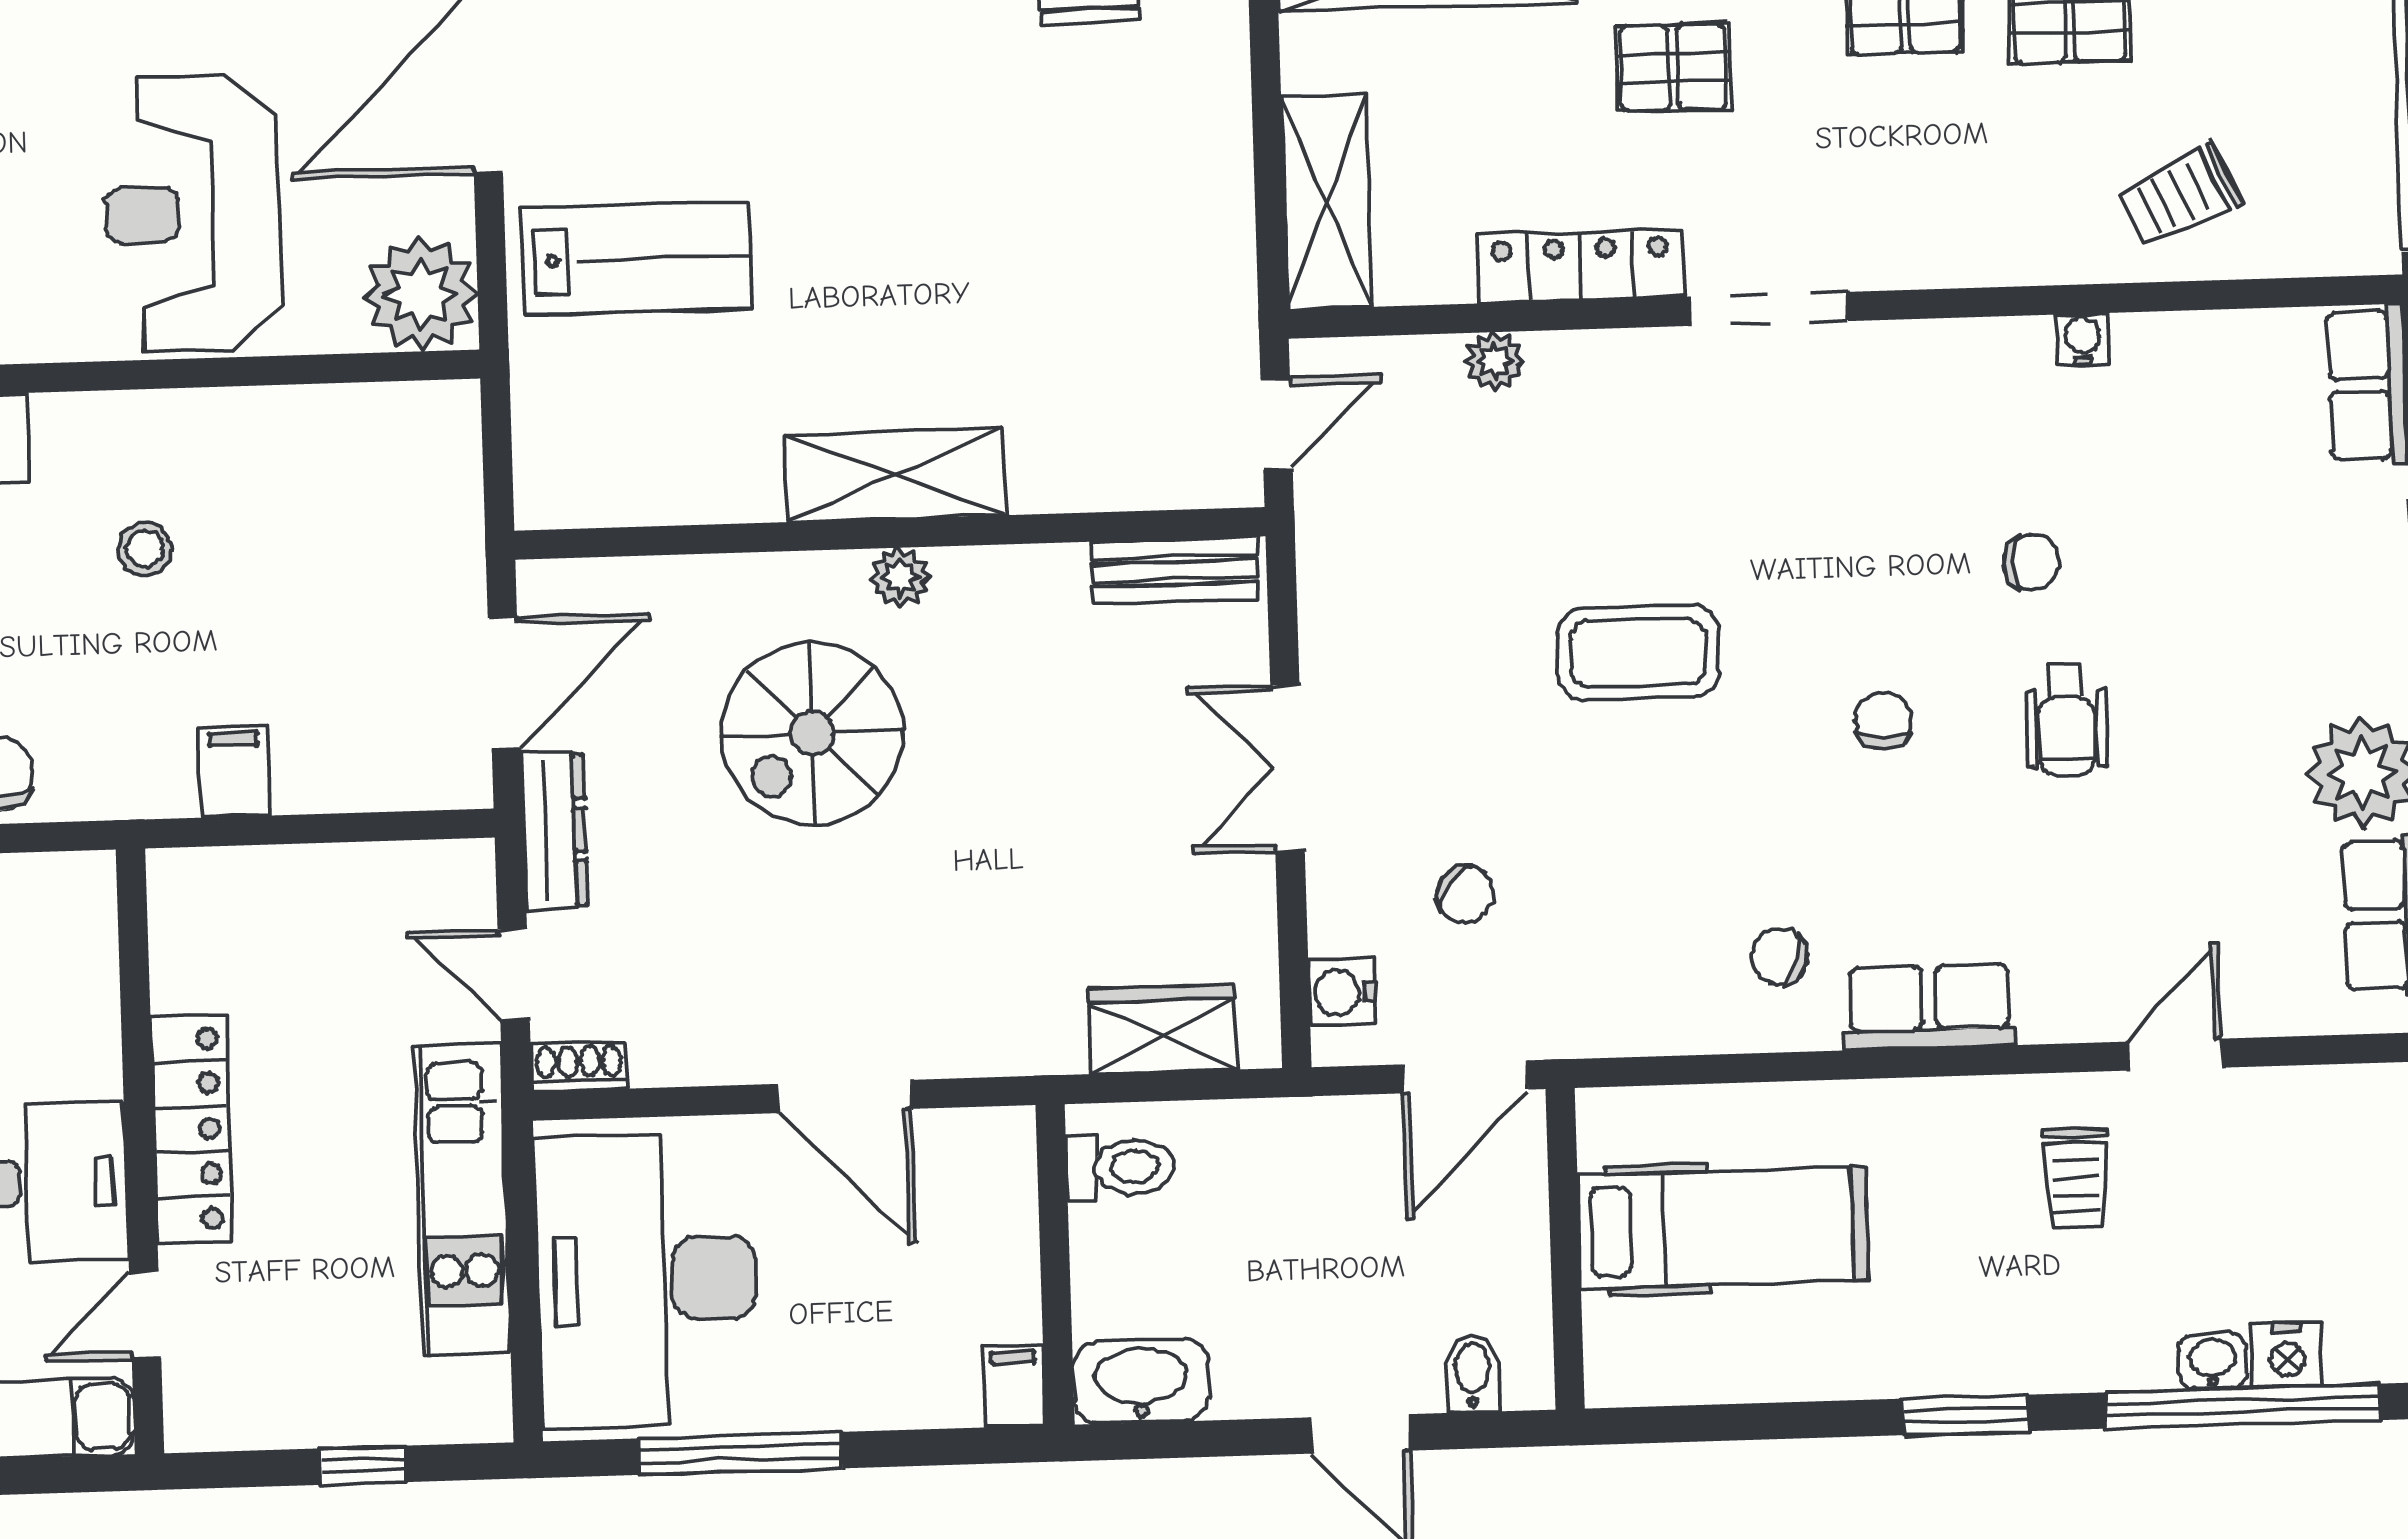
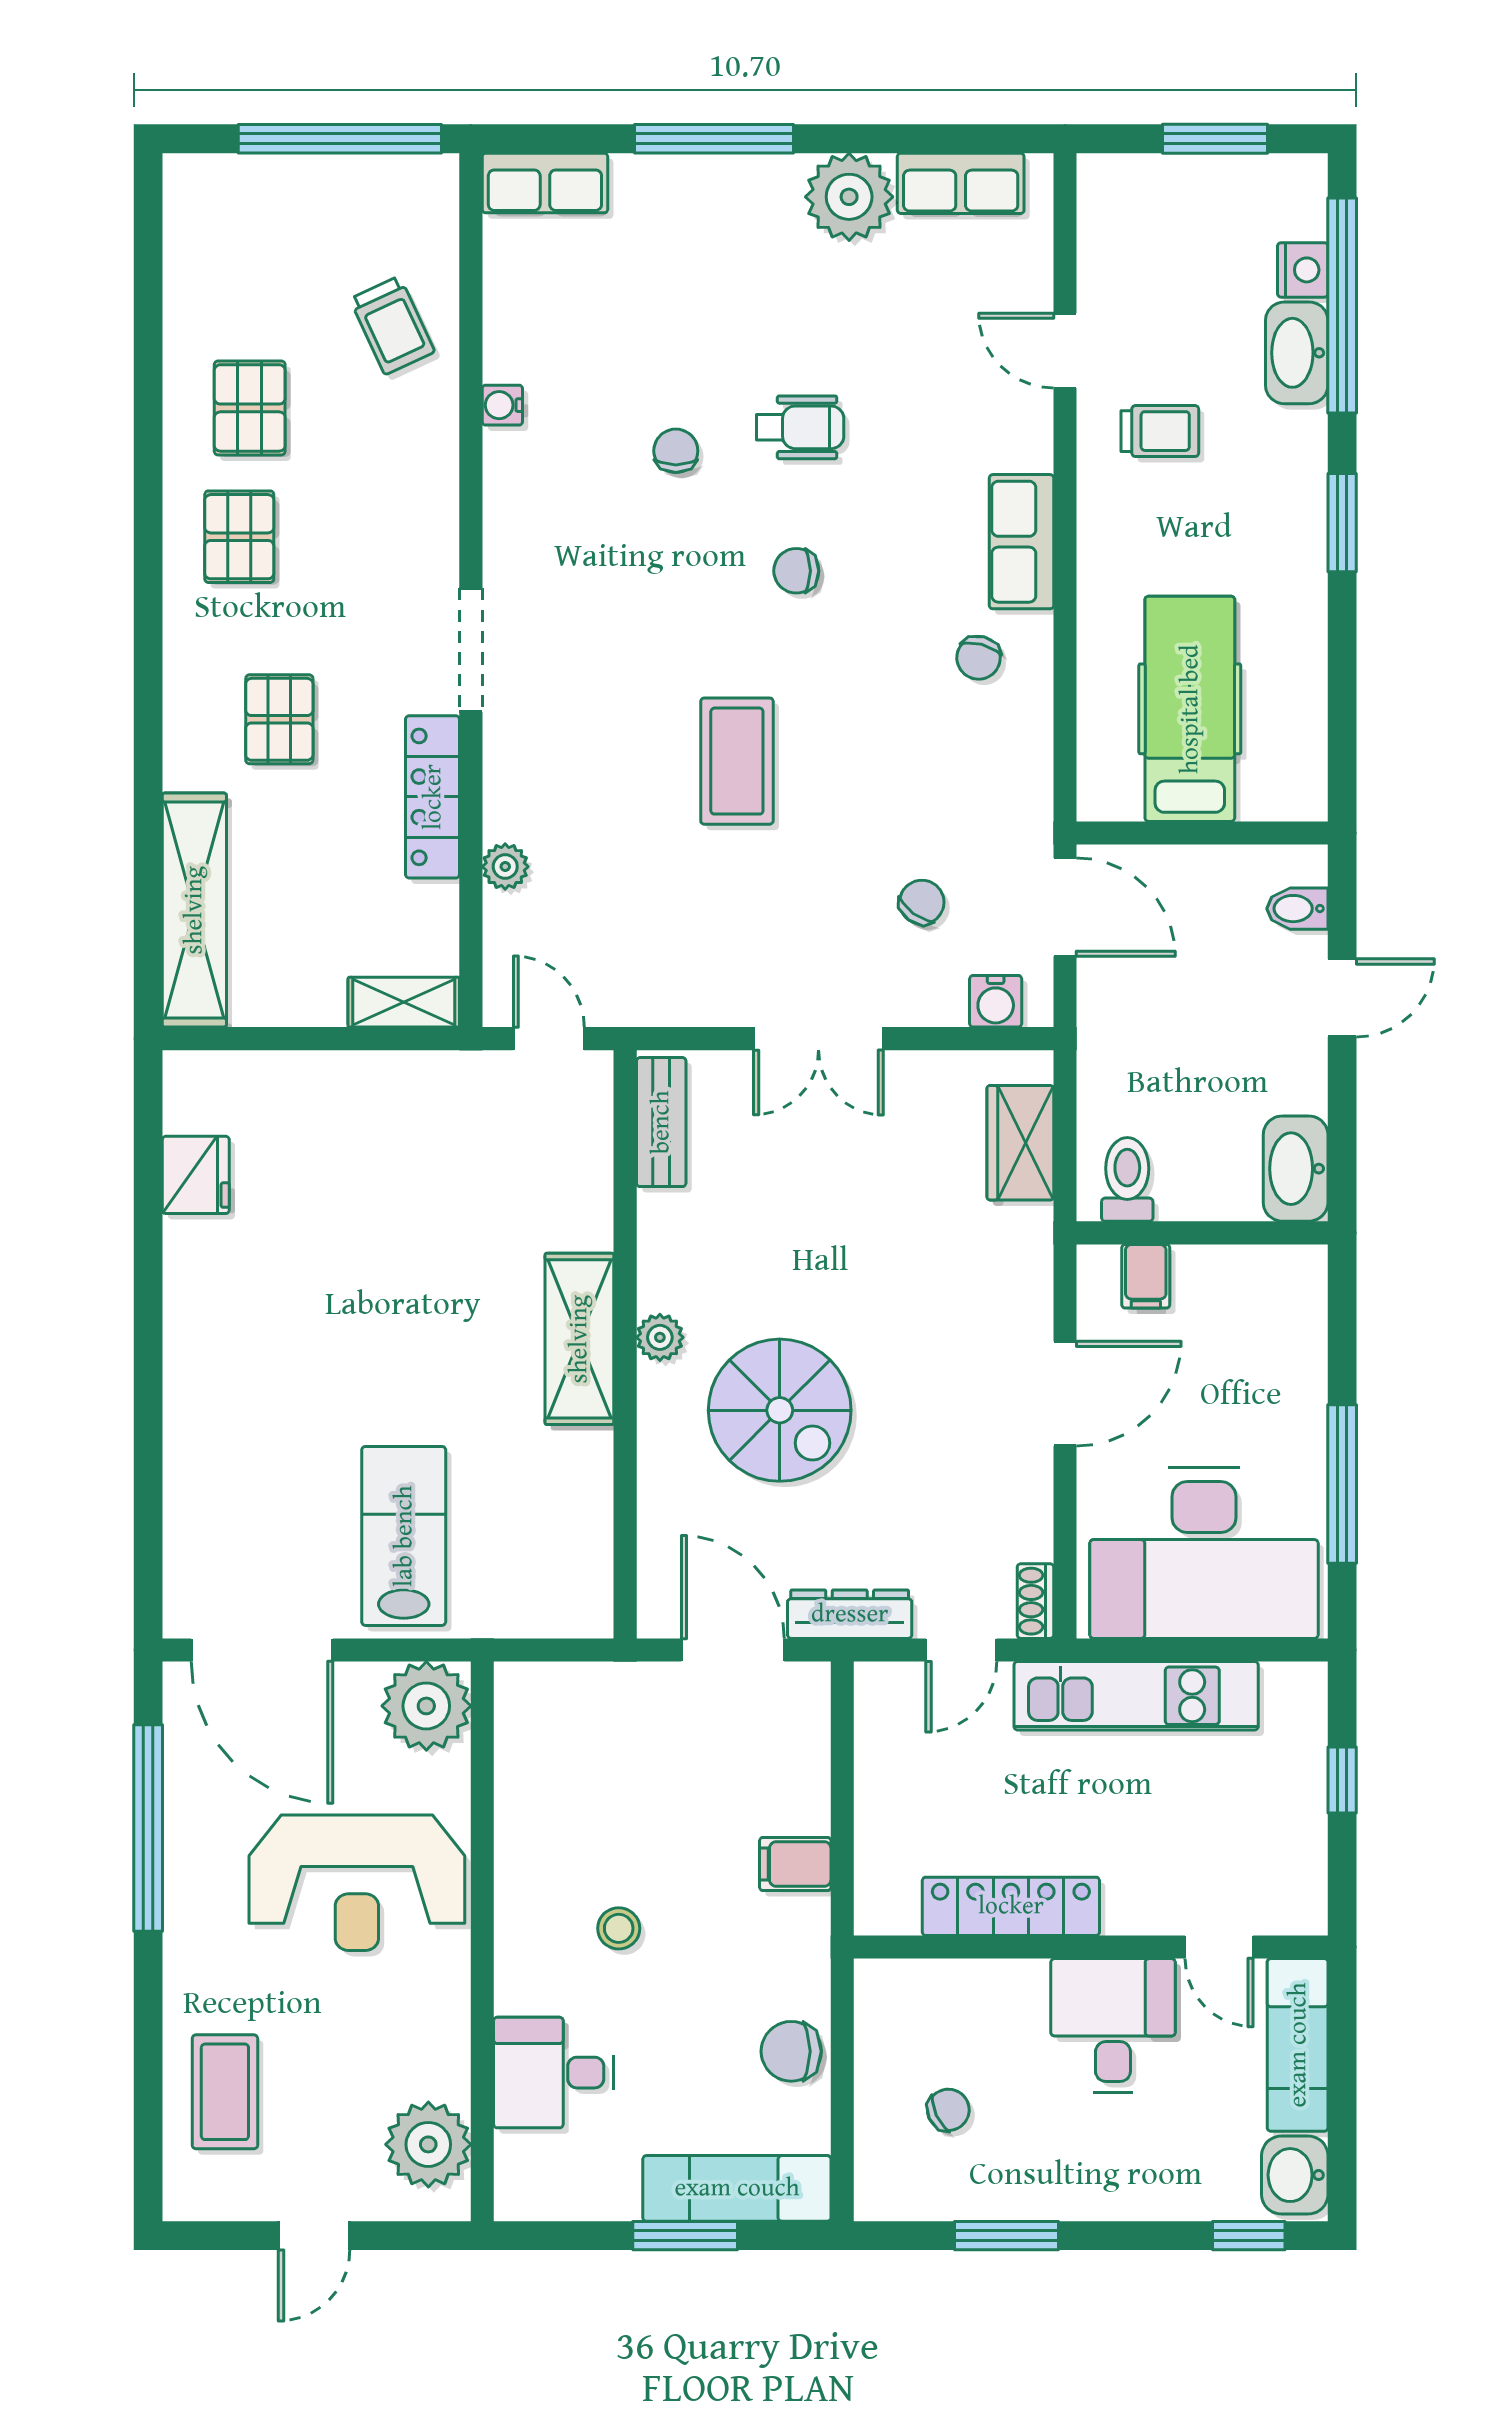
shelving: (1327, 202) -> (404, 1002), width x0.67, depth x0.75
locker: (191, 1129) -> (1011, 1906), moved
washbasin: (2213, 1361) -> (1297, 353), width x1.91, depth x1.45
filing cabinet: (1014, 1386) -> (1146, 1276), moved, turned -90

